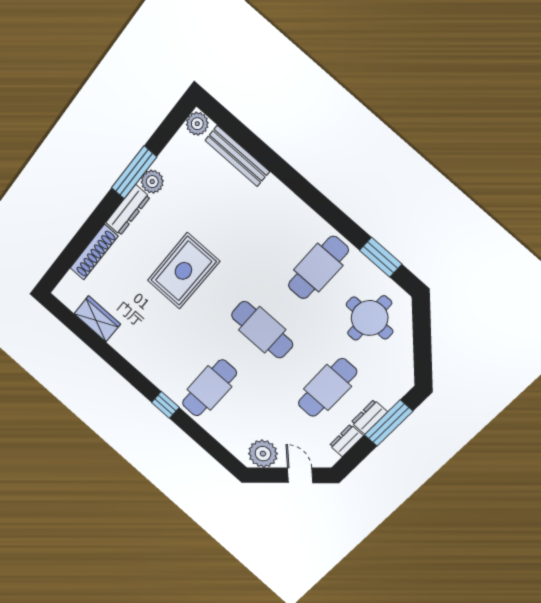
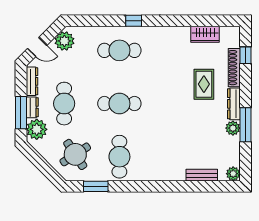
bench: (237, 156) -> (202, 175), width x0.73
window: (70, 255) -> (245, 55), added
rug: (183, 271) -> (204, 84), moved, width x0.73, depth x0.70
round table: (370, 318) -> (75, 154), turned -33
cafe table: (209, 388) -> (119, 50), turned 90
plant: (388, 388) -> (37, 129), added
dresser: (346, 440) -> (32, 81), width x1.44

